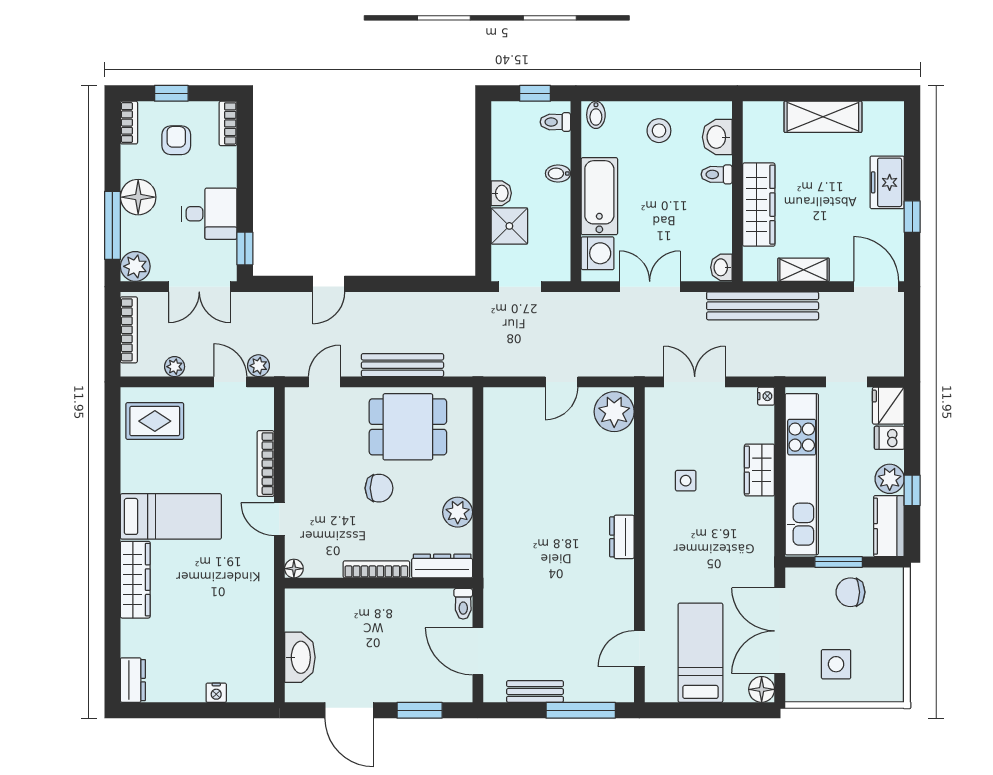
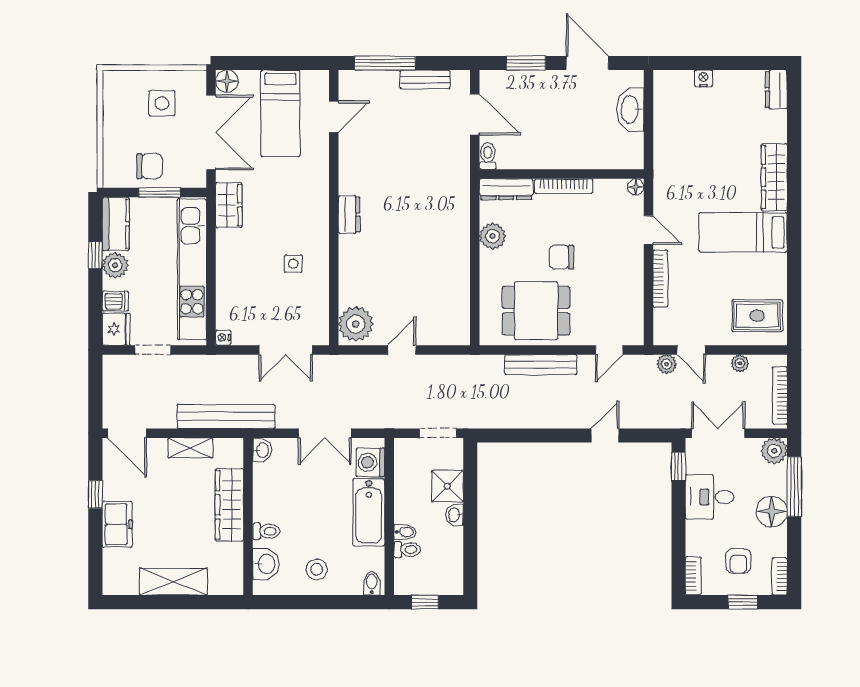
toilet: (555, 122) -> (407, 550), moved
wardrobe: (759, 470) -> (229, 205), moved

